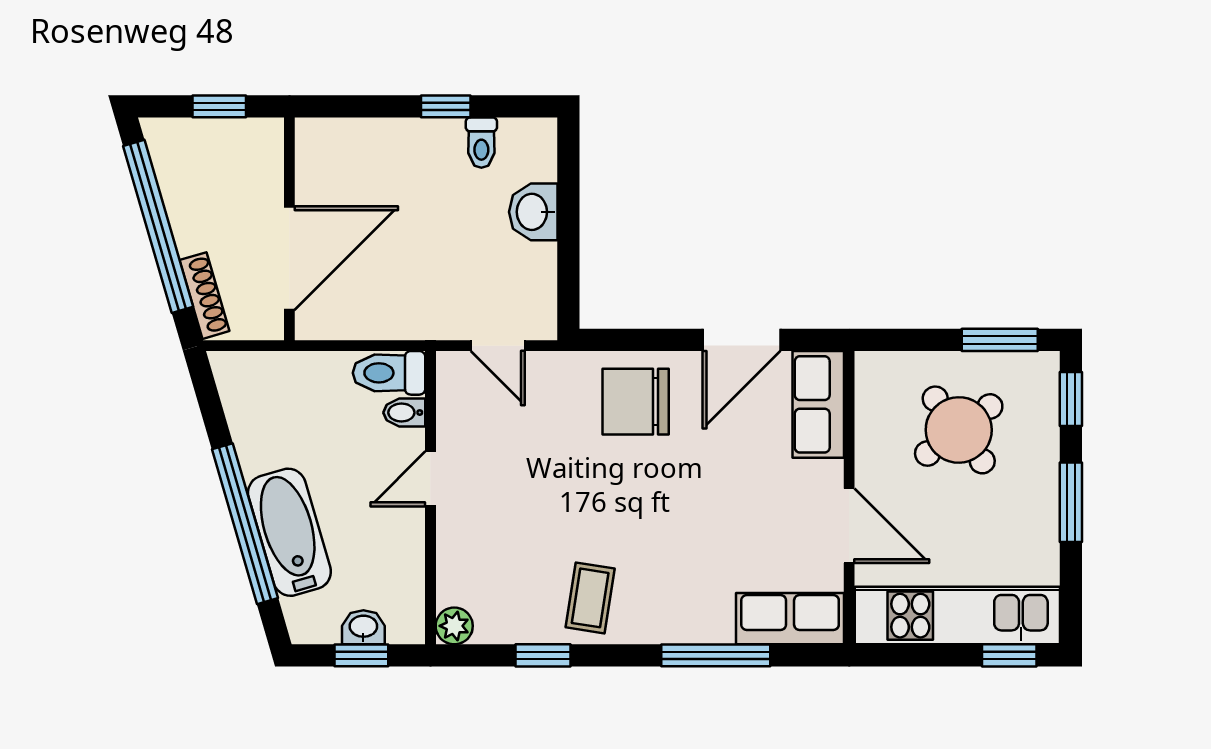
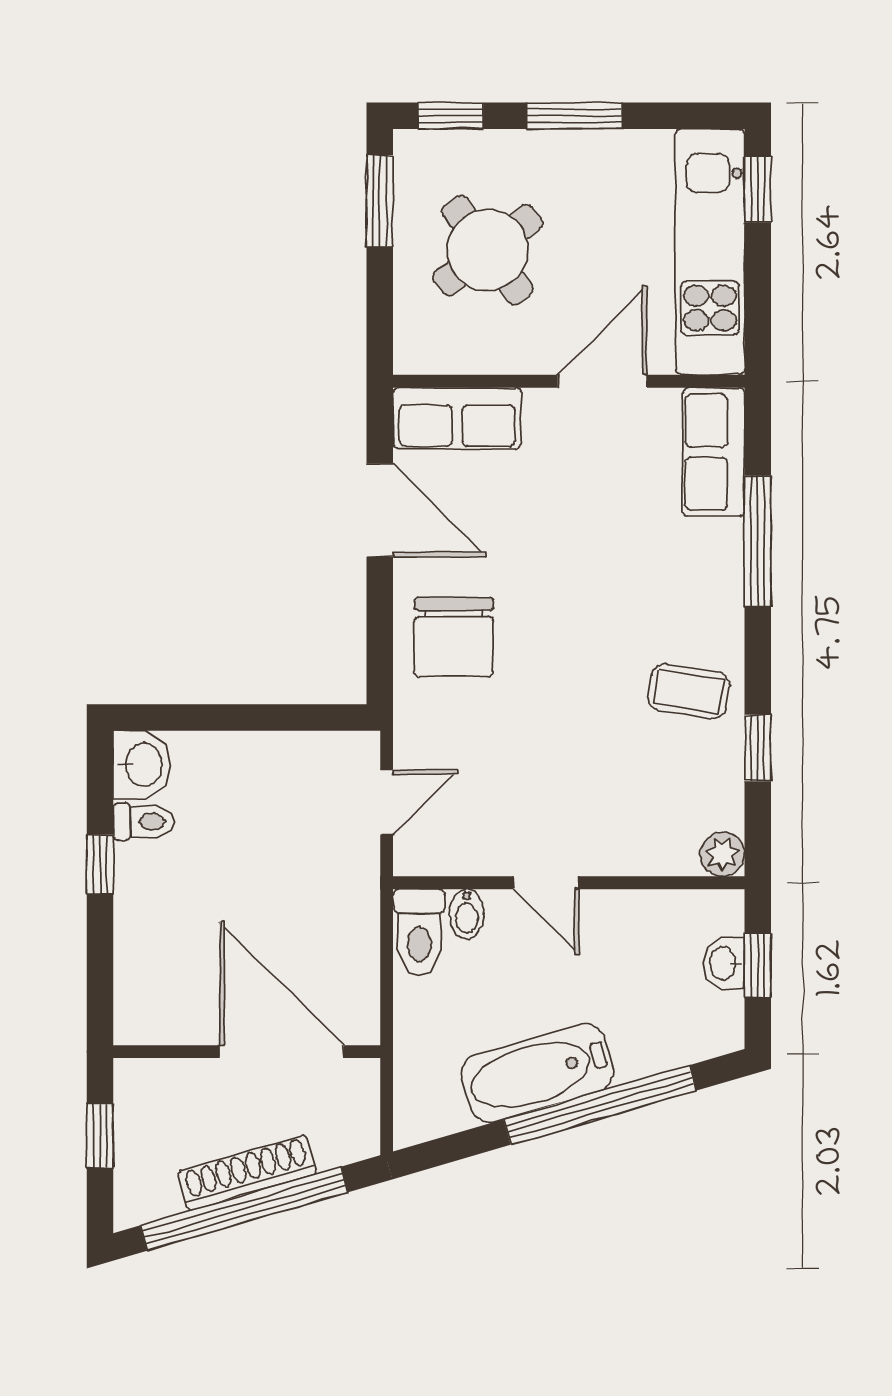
washbasin: (533, 212) -> (142, 765), moved, turned -90
shoe rack: (204, 296) -> (247, 1173), moved, width x1.36, depth x1.24
bathtub: (289, 532) -> (537, 1073), moved

